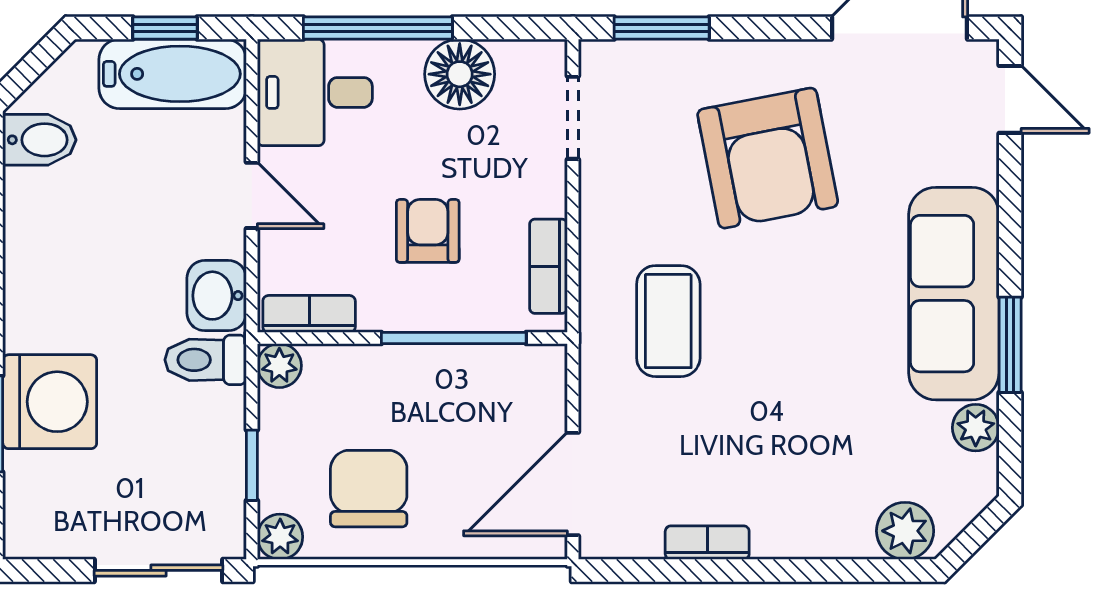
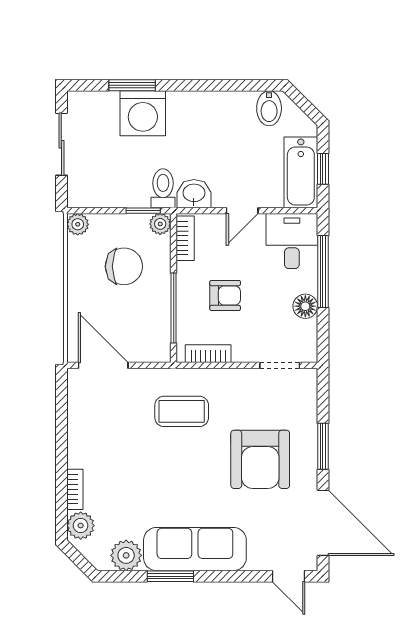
window: (662, 28) -> (323, 446), moved
floor lamp: (460, 74) -> (305, 306), width x0.73, depth x0.73
door: (1010, 99) -> (289, 576), hinge flipped
armchair: (768, 158) -> (260, 459), turned -79
plant: (976, 428) -> (126, 555), width x1.38, depth x1.38
window: (252, 465) -> (143, 211), moved
chair: (369, 489) -> (124, 266), moved
bookcase: (707, 543) -> (75, 489), moved
sliding door: (158, 570) -> (61, 144), moved

